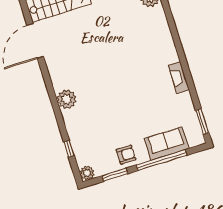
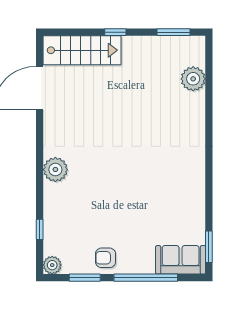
fireplace: (179, 77) -> (197, 185), removed
sofa: (167, 144) -> (181, 260), moved
armchair: (126, 155) -> (106, 258), turned 180

